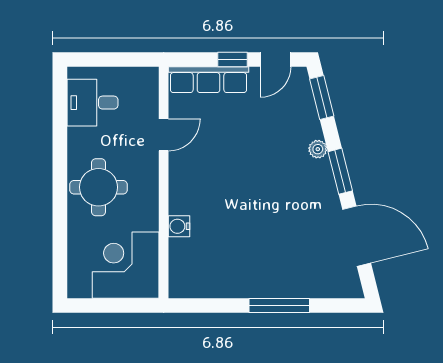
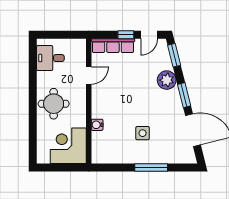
plant: (318, 149) -> (167, 80), width x1.88, depth x1.88
side table: (263, 242) -> (143, 133), added

